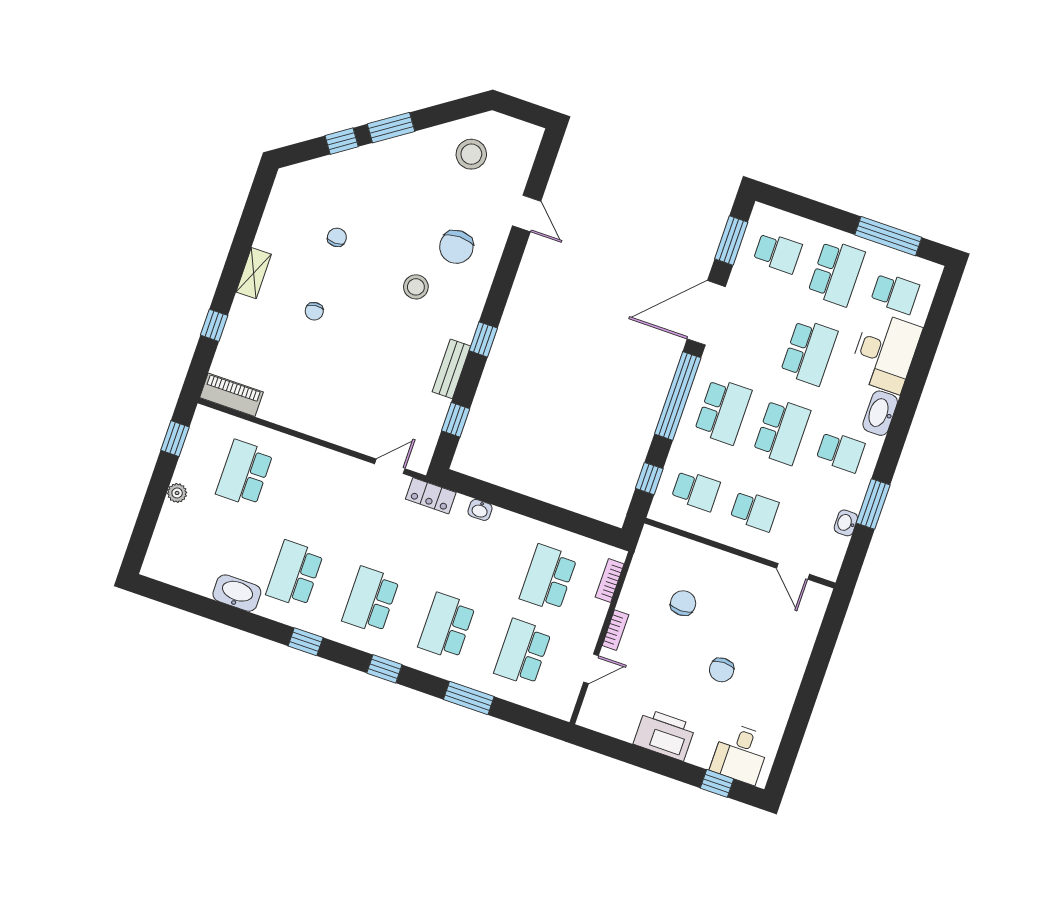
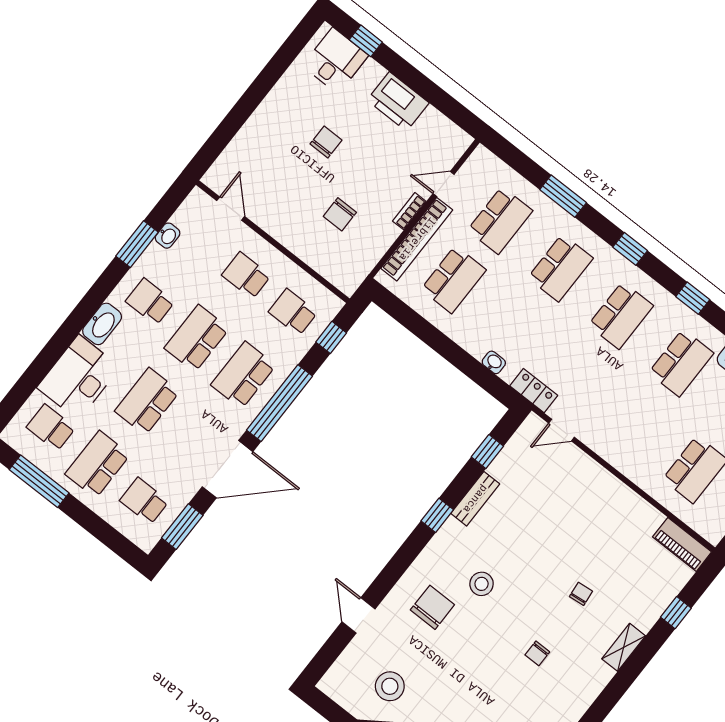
bookcase: (610, 580) -> (417, 239), width x2.31, depth x1.31

